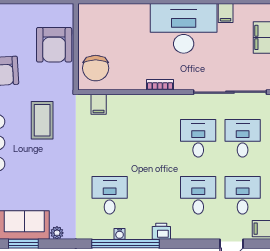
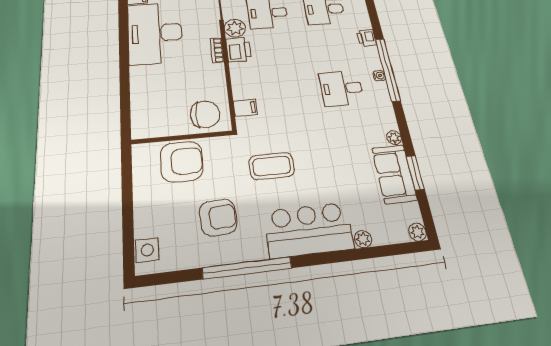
plant: (183, 104) -> (235, 28), added
printer: (159, 105) -> (238, 50), added

